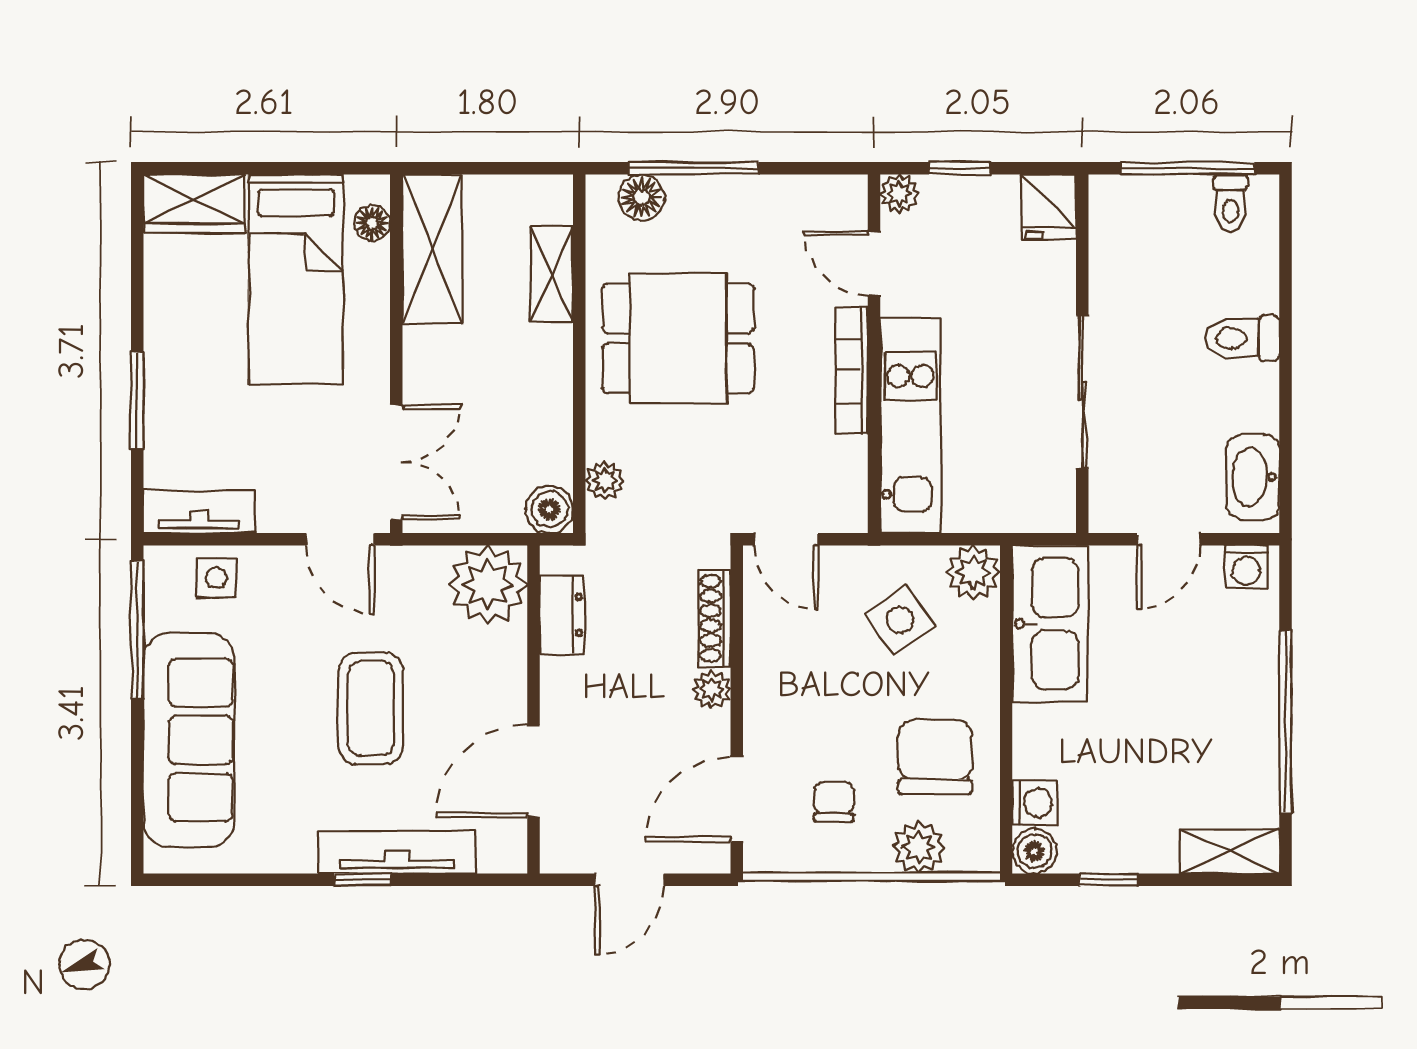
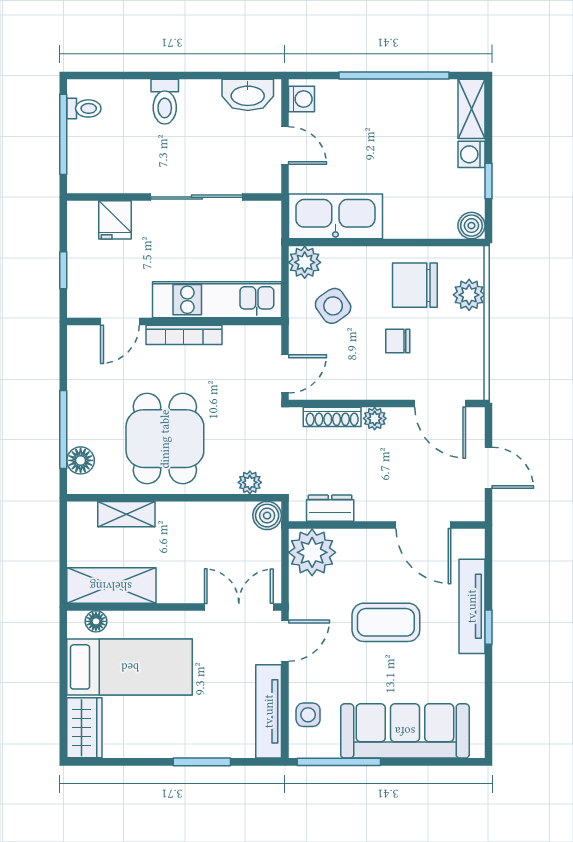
plant: (899, 194) -> (78, 306), removed
fridge: (1048, 207) -> (115, 220), moved, turned 90
tv unit: (199, 512) -> (269, 711), width x1.41
chair: (834, 802) -> (398, 341), moved
washing machine: (1034, 803) -> (471, 154), moved, turned -90

